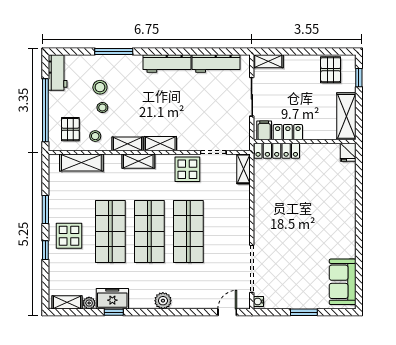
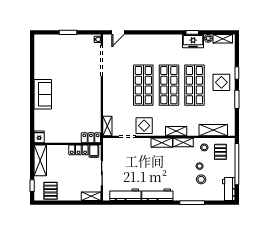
locker: (277, 151) -> (91, 138), width x0.66
sofa: (343, 282) -> (43, 94), moved
plant: (163, 301) -> (160, 40), removed

